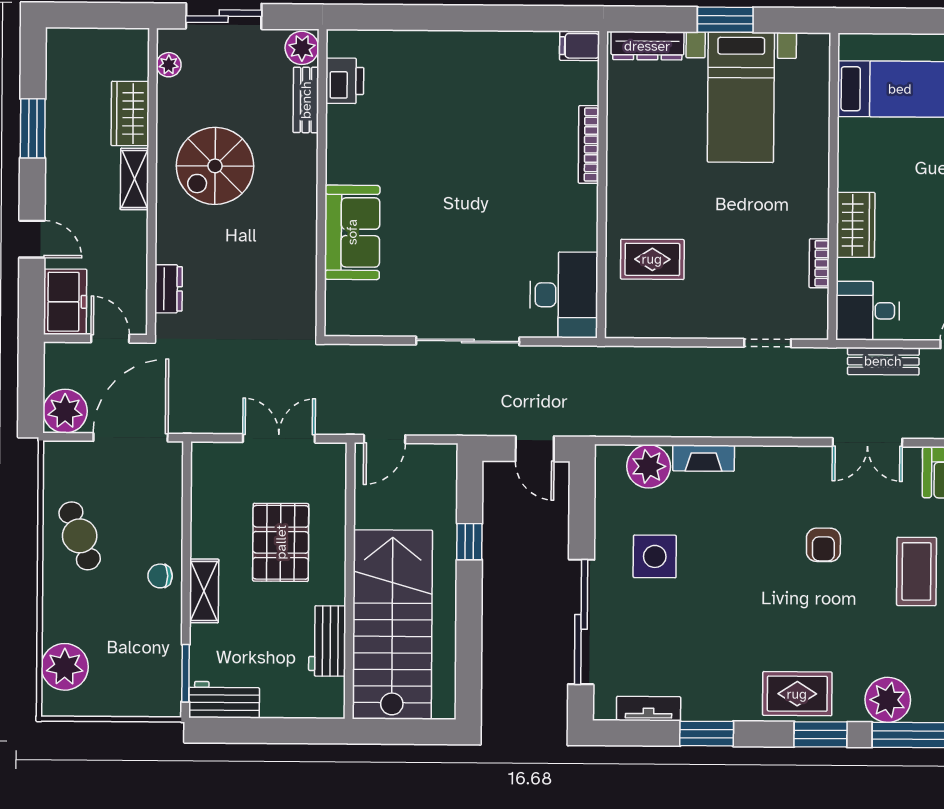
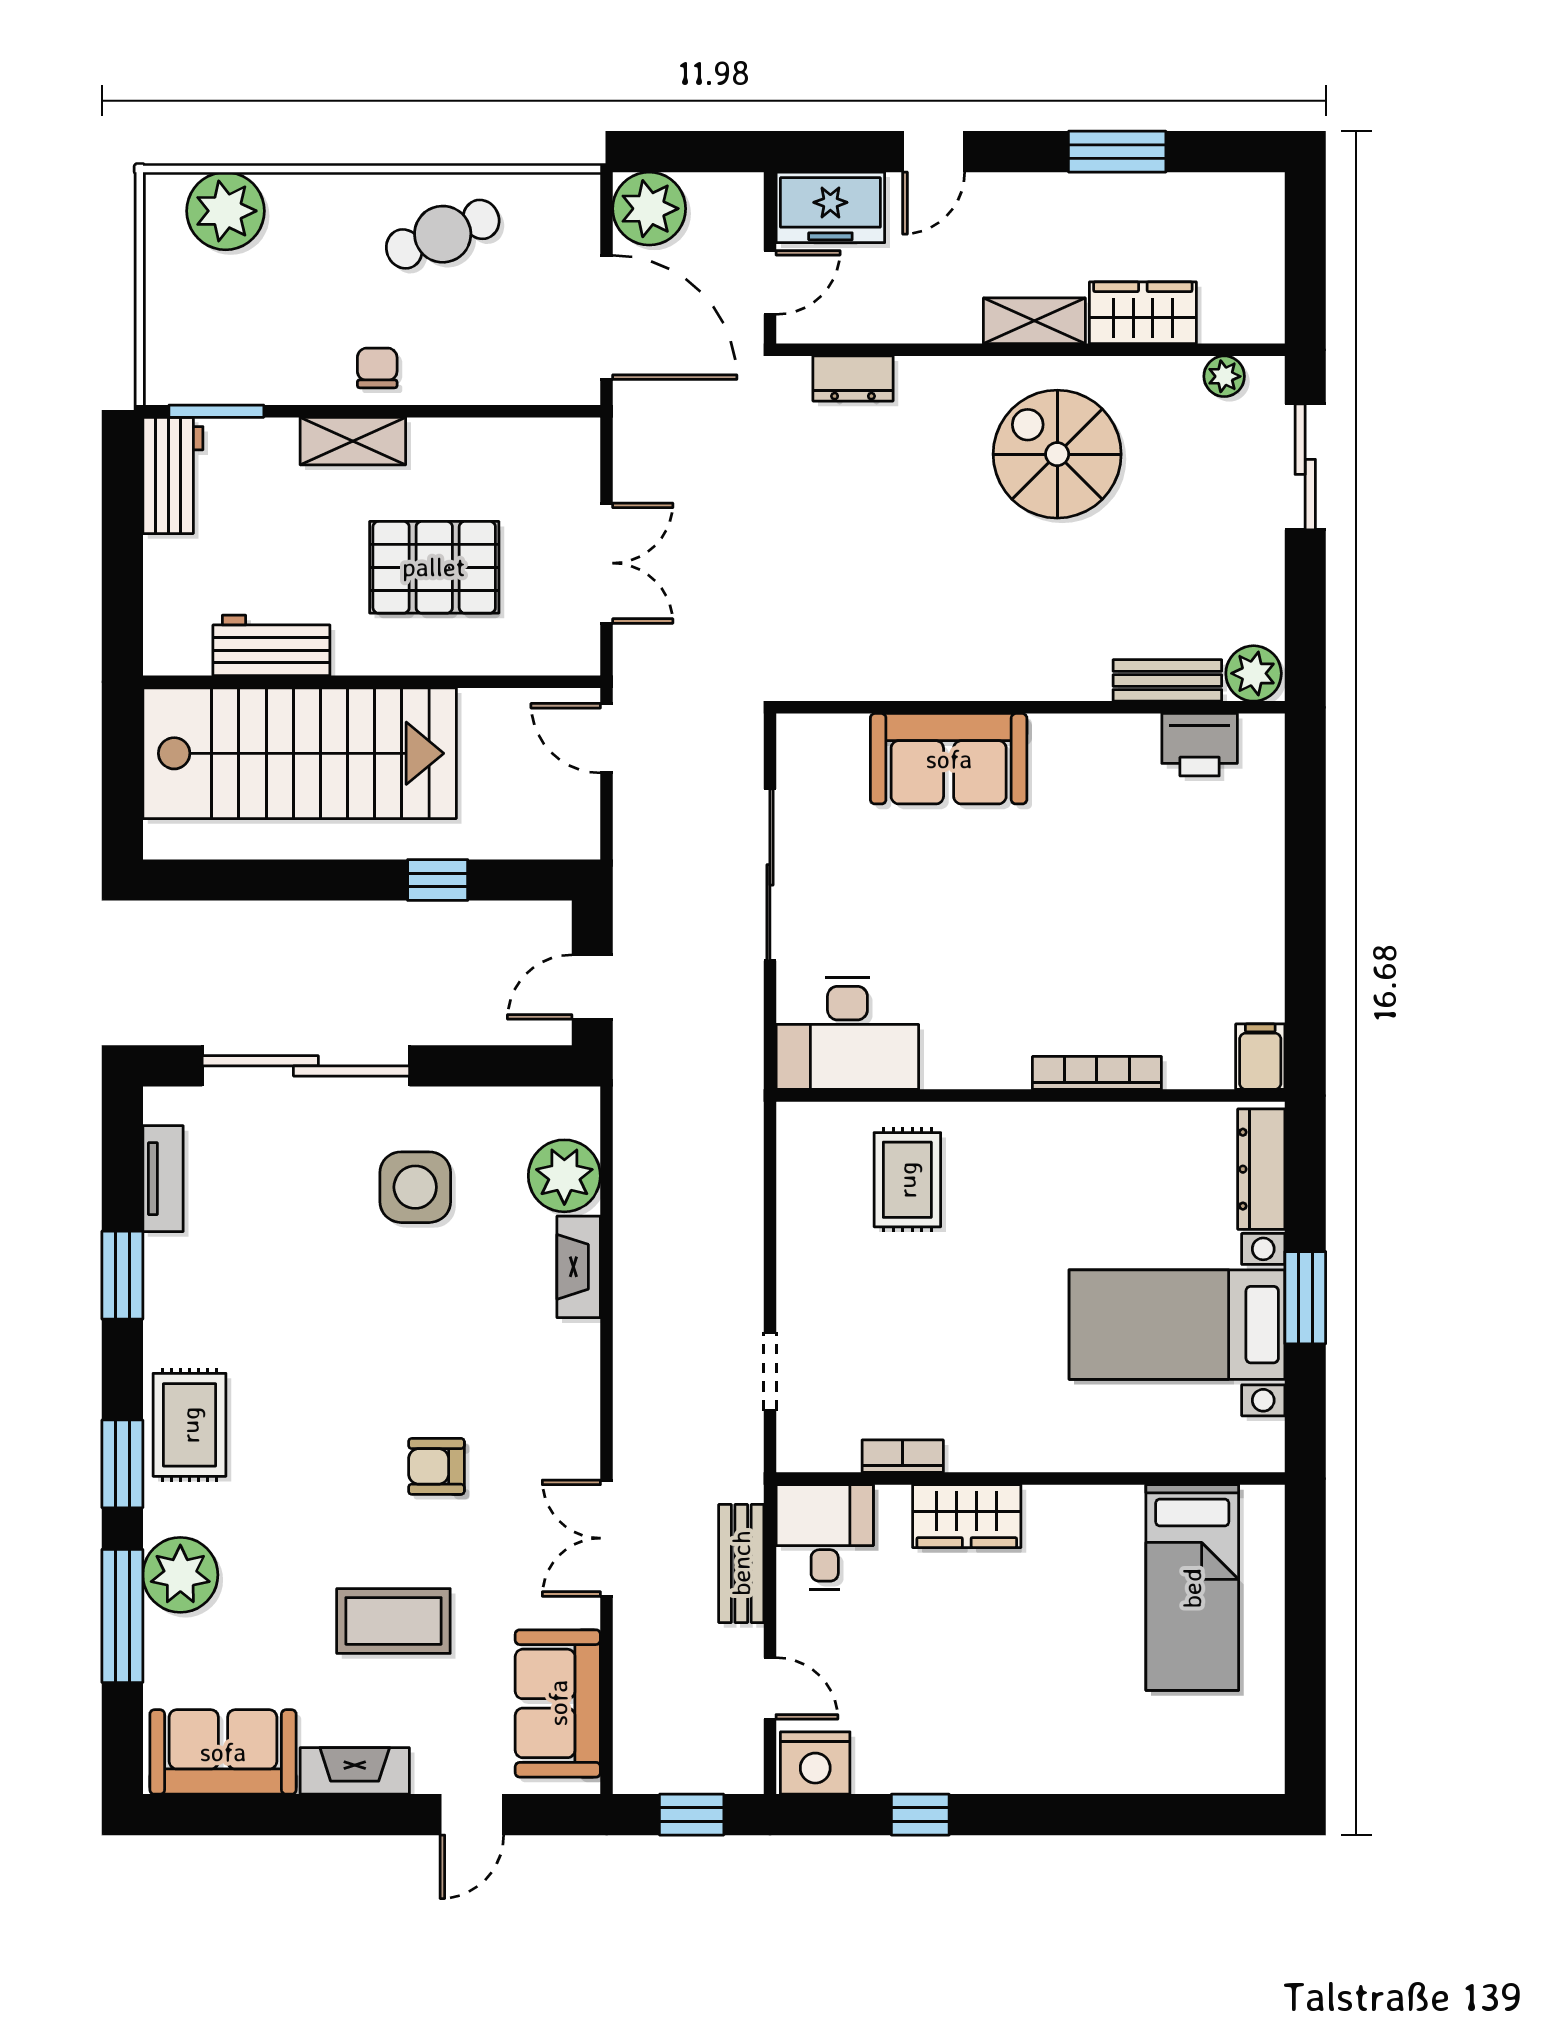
plant: (302, 48) -> (1254, 673), moved
printer: (345, 81) -> (1200, 745), moved
bench: (306, 100) -> (1167, 680), moved
wall: (321, 183) -> (1030, 707), moved
sofa: (352, 232) -> (949, 759), moved

